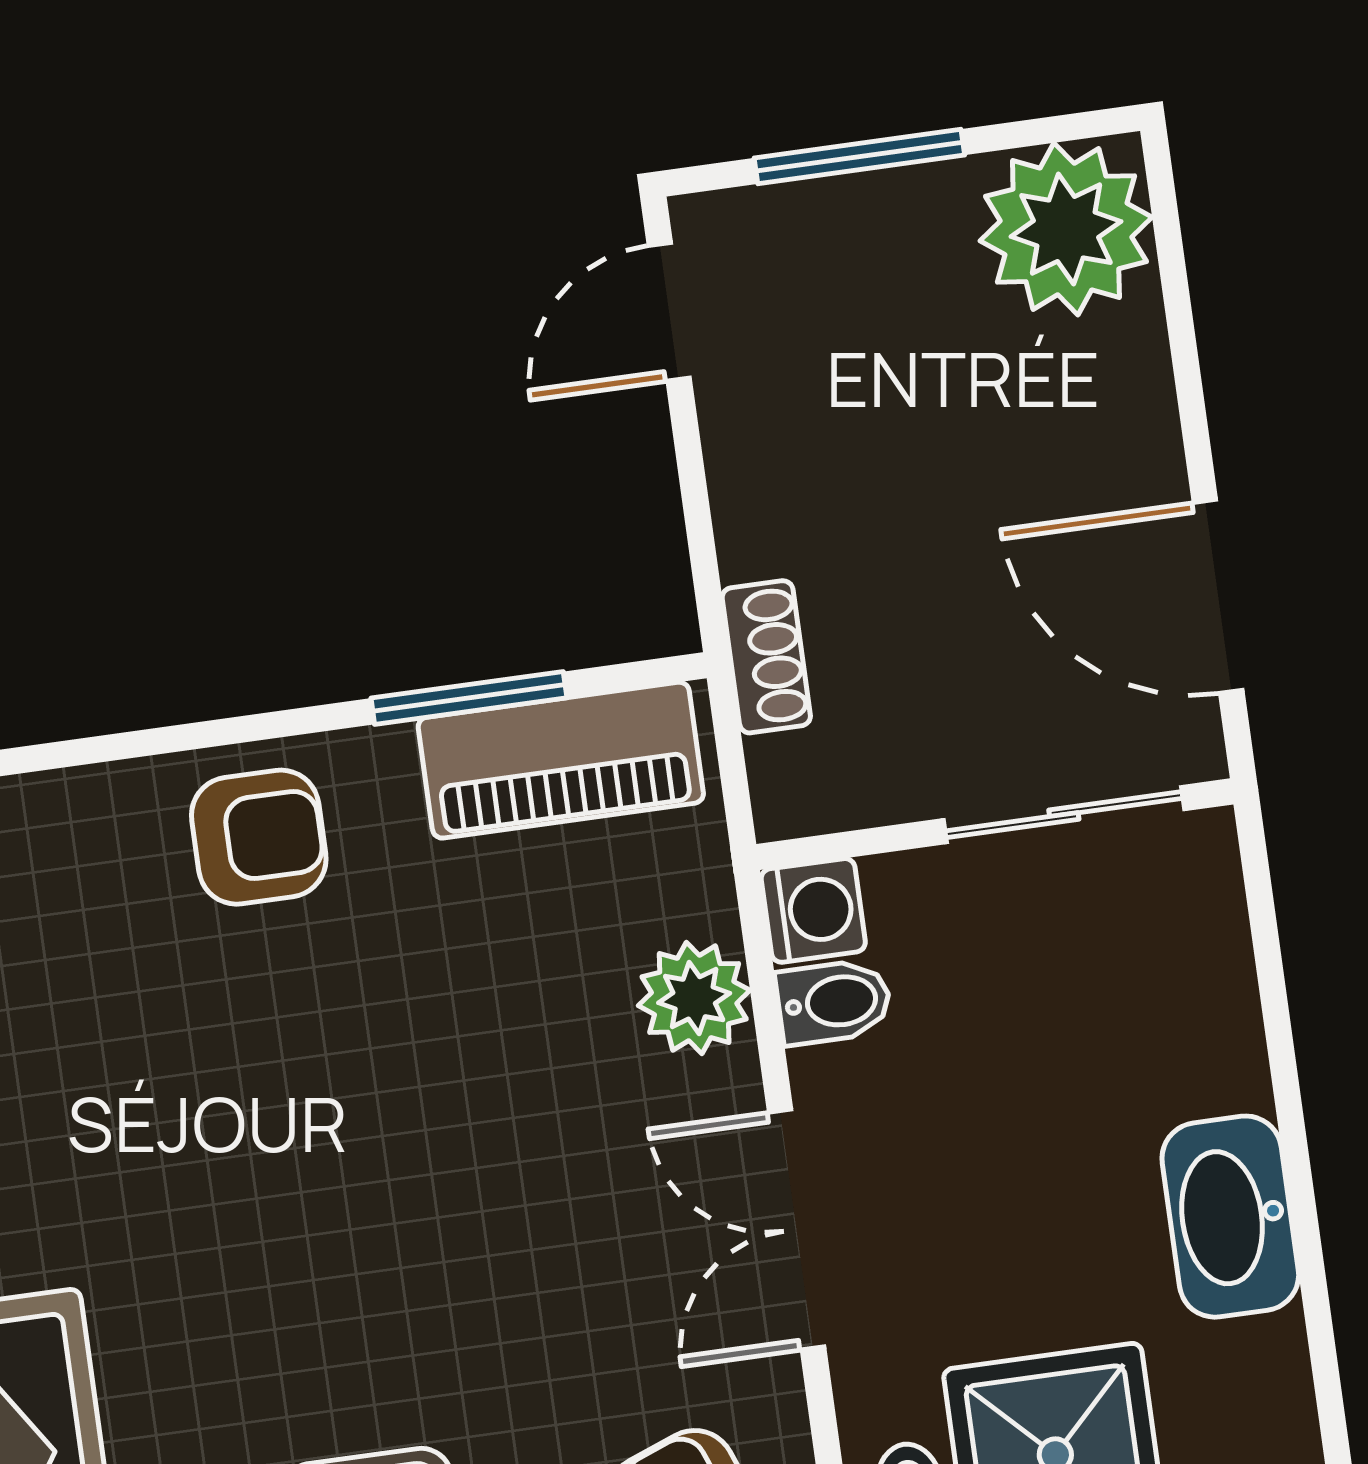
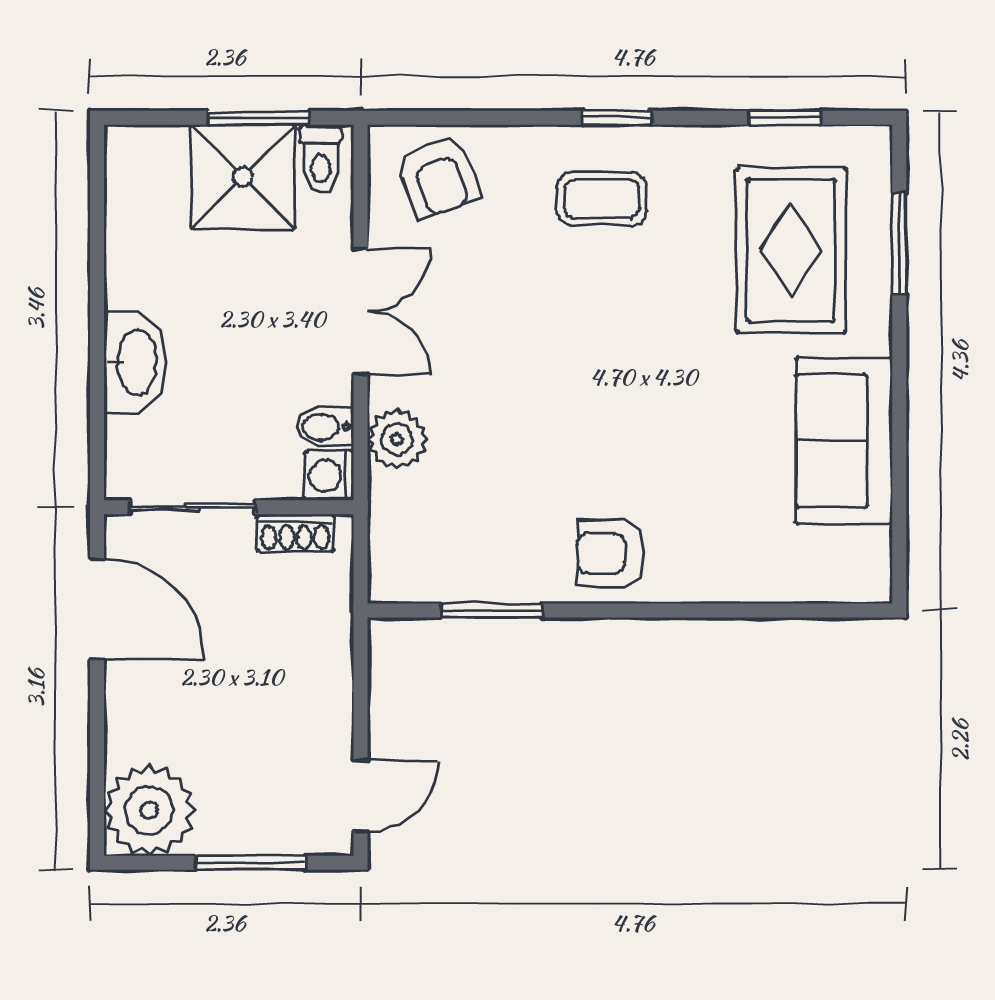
shoe rack: (766, 657) -> (295, 533), moved, turned -90
piano: (561, 760) -> (449, 572), removed
washbasin: (1230, 1217) -> (135, 362), moved

